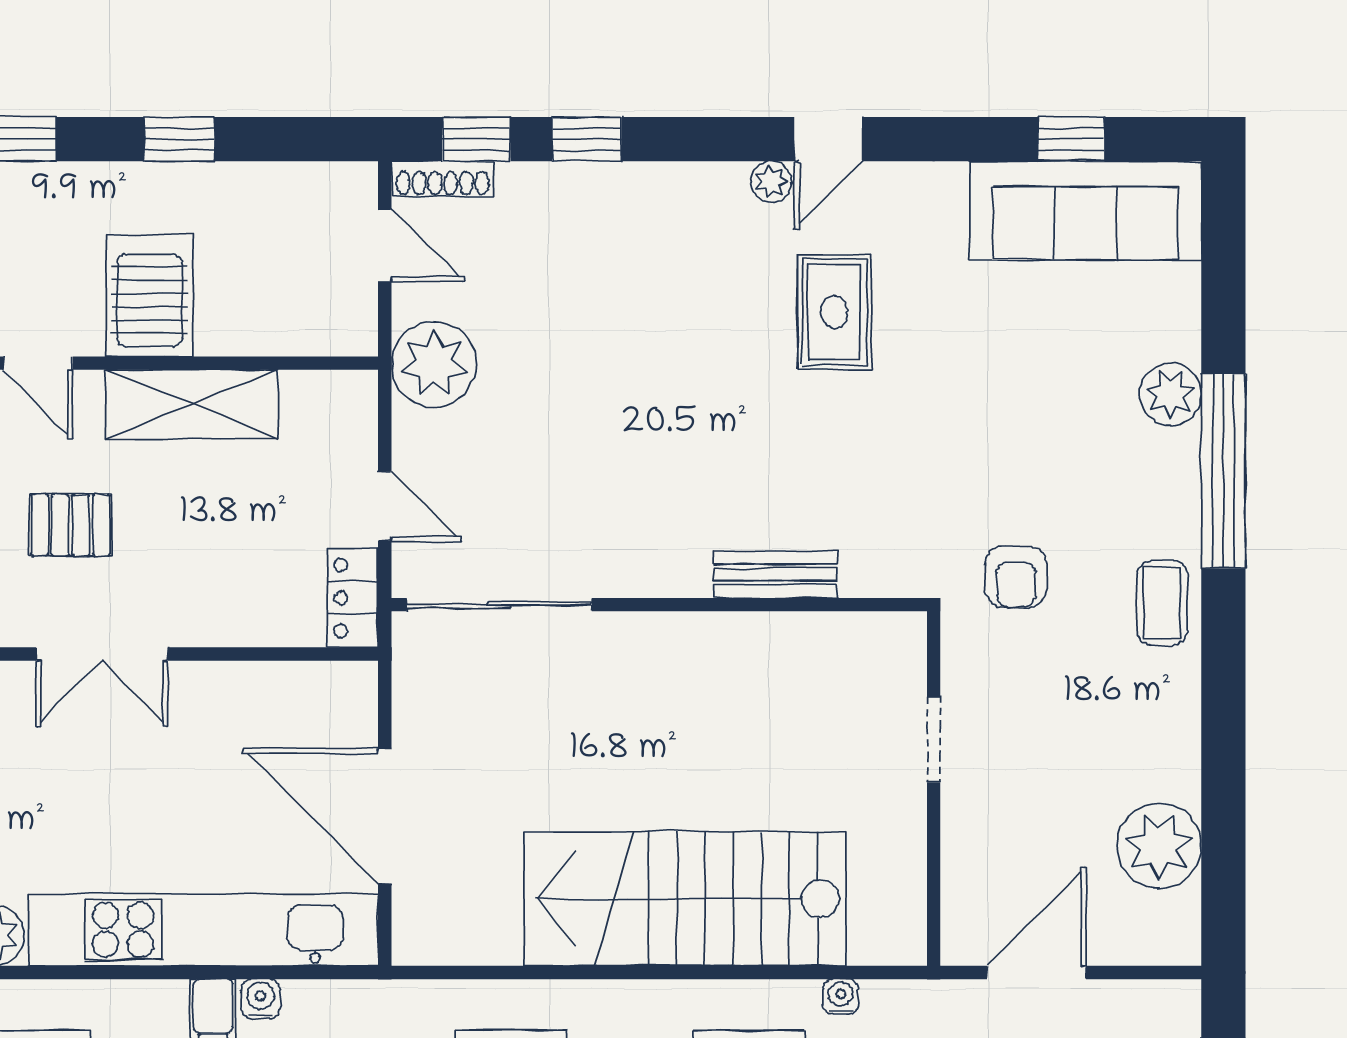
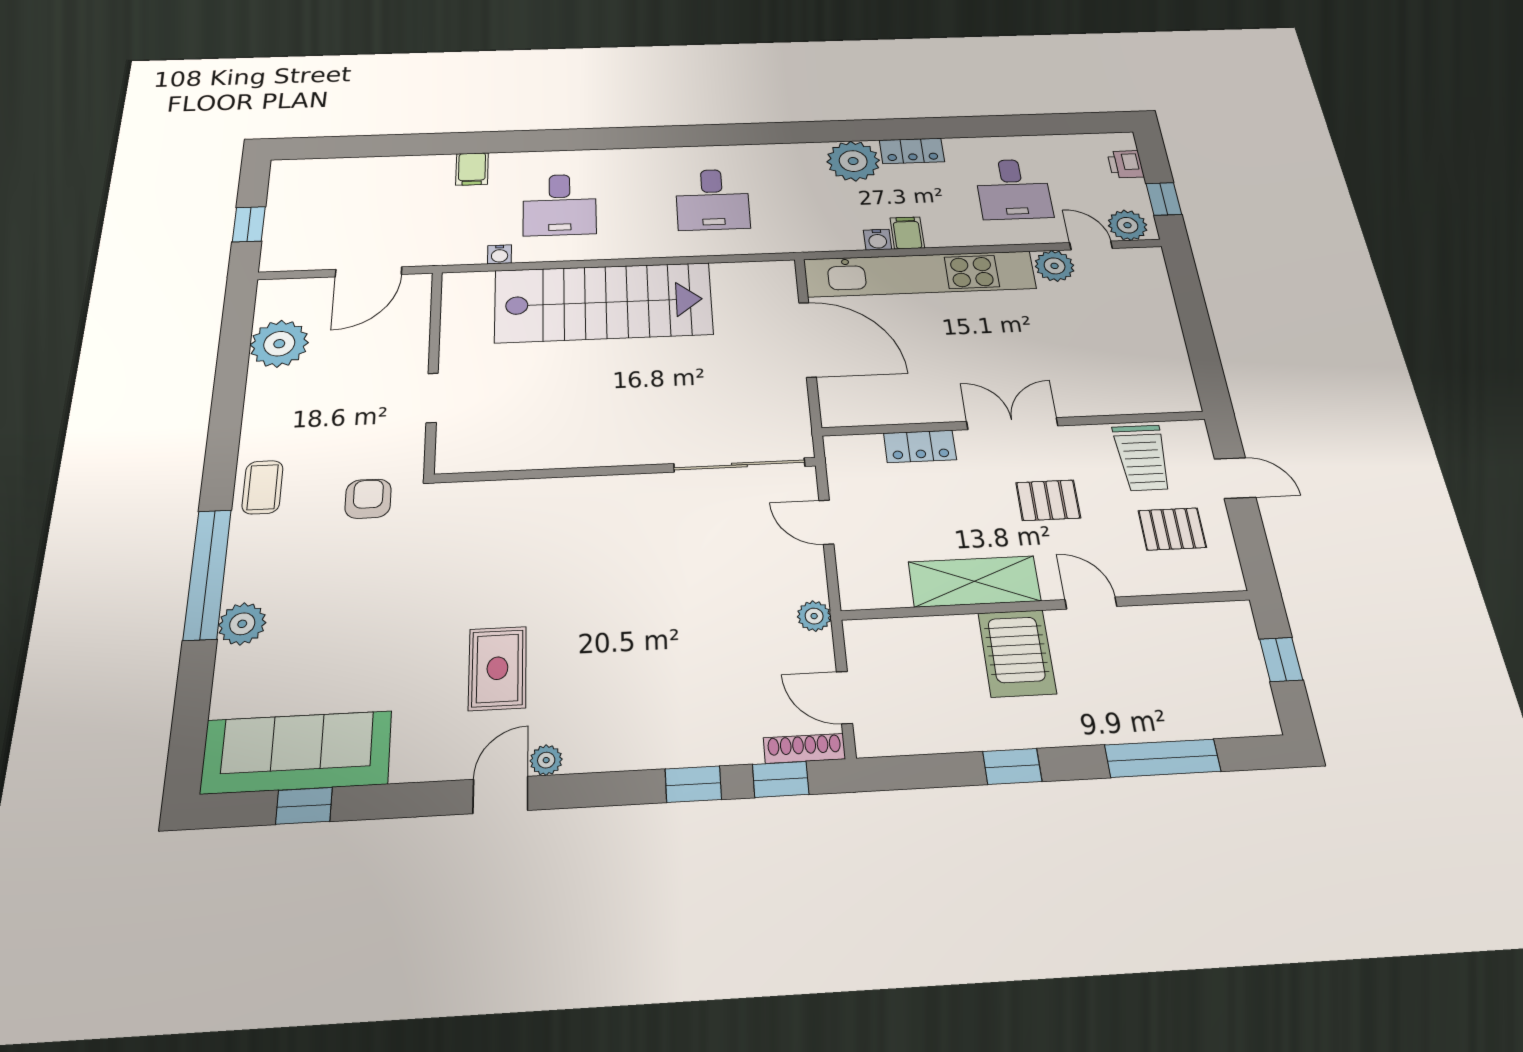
plant: (434, 364) -> (814, 616), width x0.53, depth x0.53
bench: (775, 574) -> (543, 492), removed
locker: (353, 598) -> (920, 446), moved, turned 90

